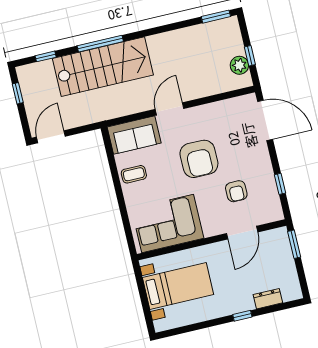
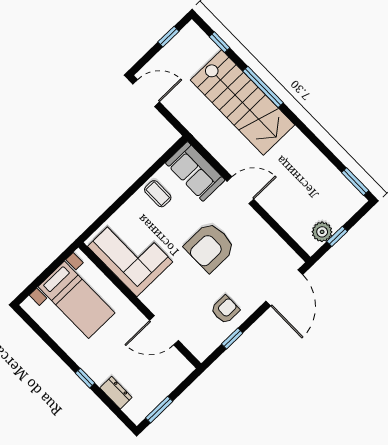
armchair: (236, 191) -> (225, 310), moved, turned 180
window: (294, 244) -> (159, 410), moved

